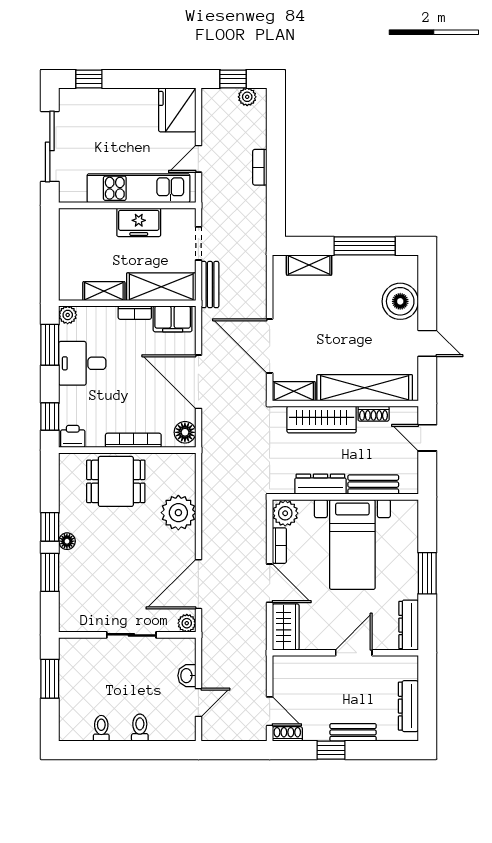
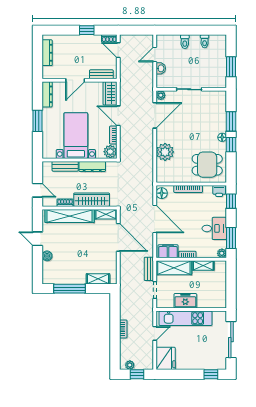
boiler: (400, 301) -> (47, 256), width x0.54, depth x0.54
dining table: (116, 481) -> (207, 165), moved
bench: (353, 732) -> (101, 74), moved

